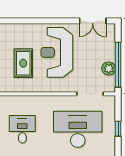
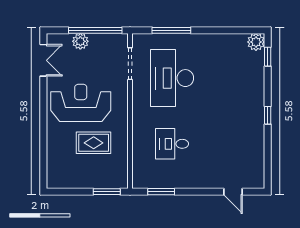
reception desk: (57, 52) -> (81, 103), turned 180
plant: (109, 69) -> (80, 41), moved
window: (118, 129) -> (171, 30), width x2.17

